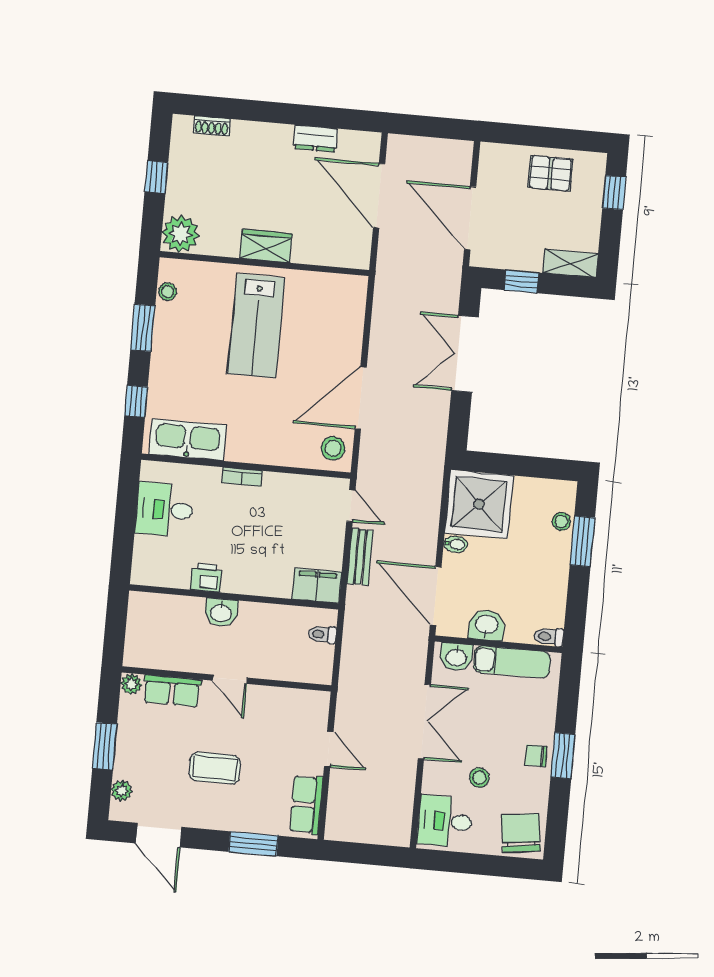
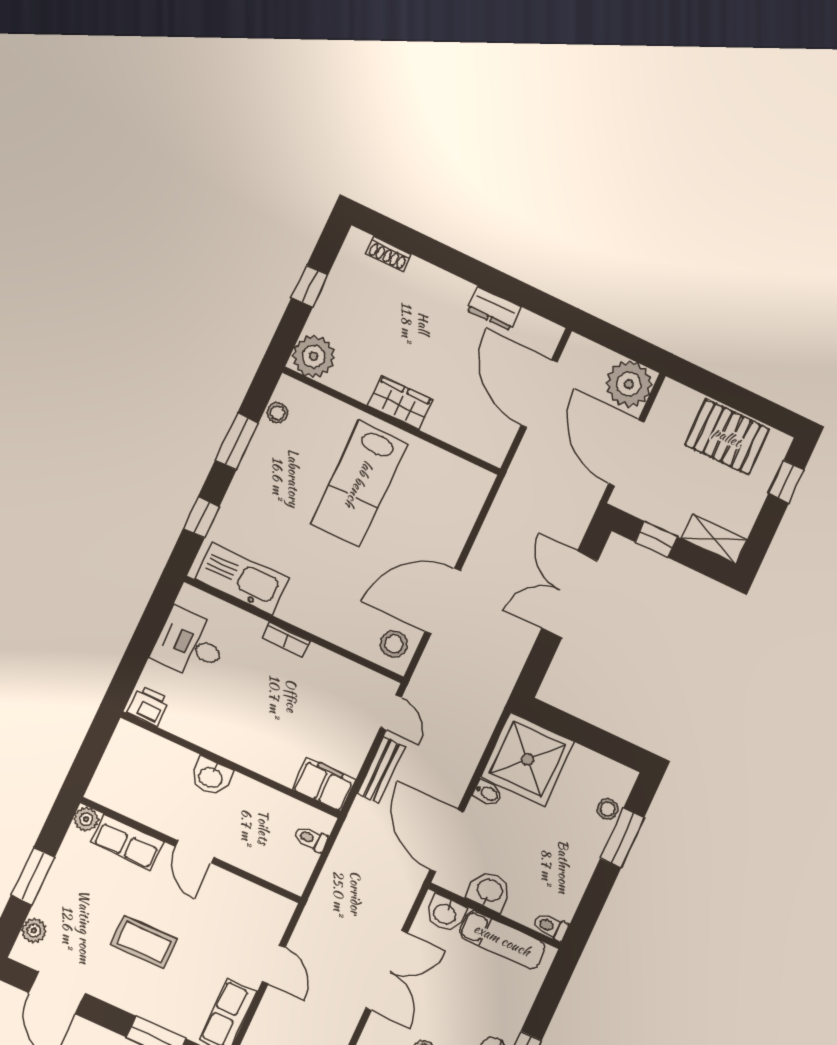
plant: (452, 160) -> (629, 384), added
pallet: (550, 173) -> (727, 437), width x1.50, depth x1.42
printer: (206, 578) -> (148, 706), moved

